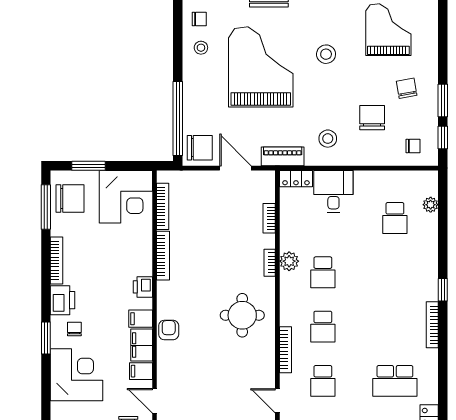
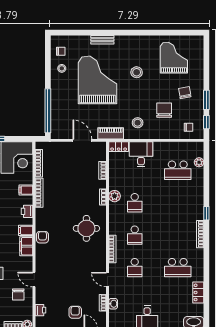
chair: (200, 148) -> (61, 128), removed
school desk: (395, 218) -> (178, 170), width x1.85
filing cabinet: (141, 371) -> (26, 190), moved

